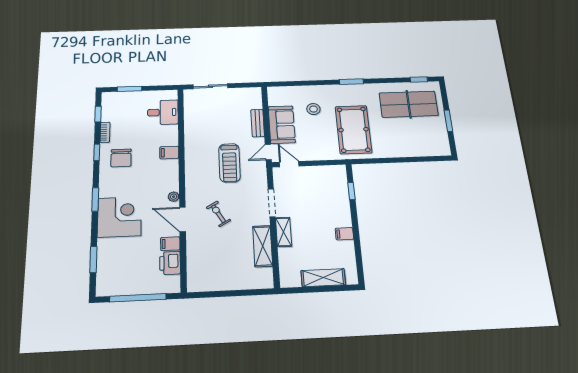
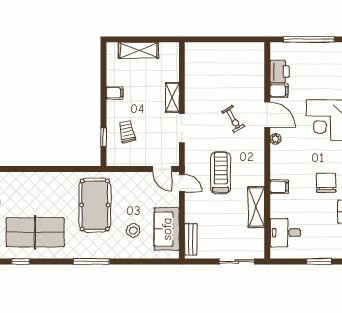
window: (351, 82) -> (91, 261), width x1.44
bench: (258, 123) -> (191, 239), moved
sofa: (282, 125) -> (167, 229), moved
door: (268, 152) -> (182, 183), hinge flipped
trolley: (328, 197) -> (127, 132), added
shelving: (263, 246) -> (256, 207), moved

